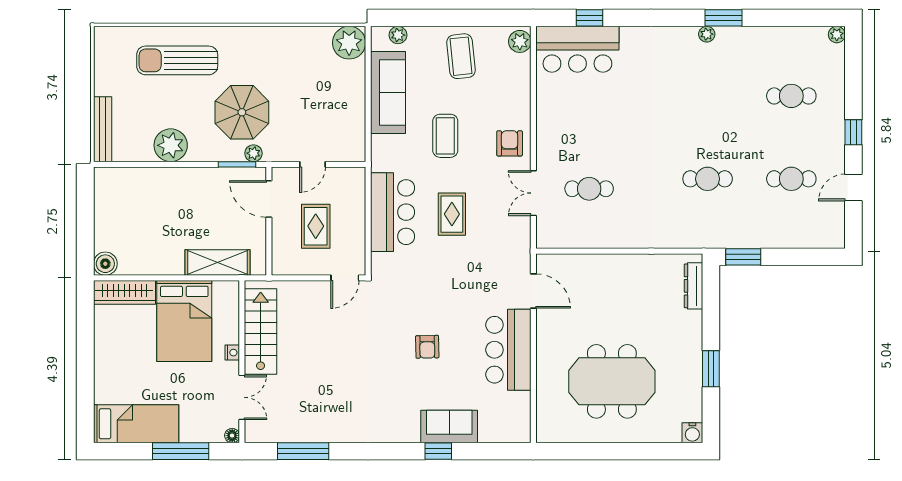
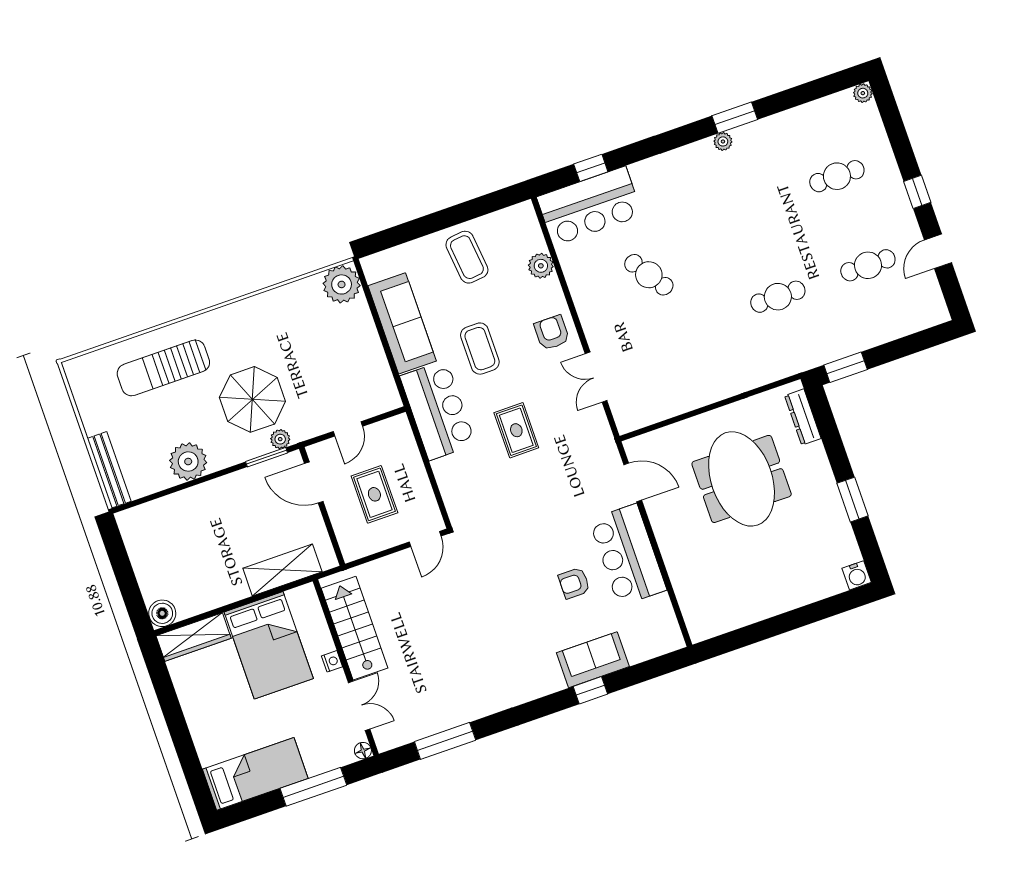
plant: (398, 35) -> (391, 258), removed
plant: (520, 41) -> (541, 266), moved
cafe table: (589, 189) -> (649, 275), moved, turned 56
bar counter: (392, 212) -> (438, 410), moved
armchair: (427, 347) -> (574, 583), moved, turned 91
meeting table: (612, 381) -> (742, 479), moved, turned 90

